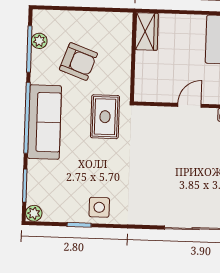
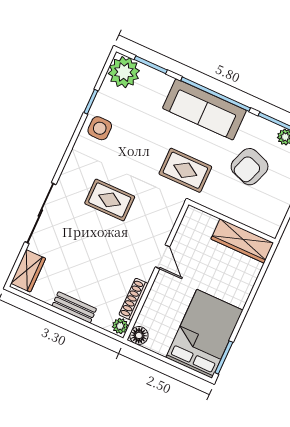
wardrobe: (147, 32) -> (242, 241), width x1.50
rug: (159, 172) -> (110, 200), added
plant: (34, 213) -> (124, 72), width x1.87, depth x1.87

